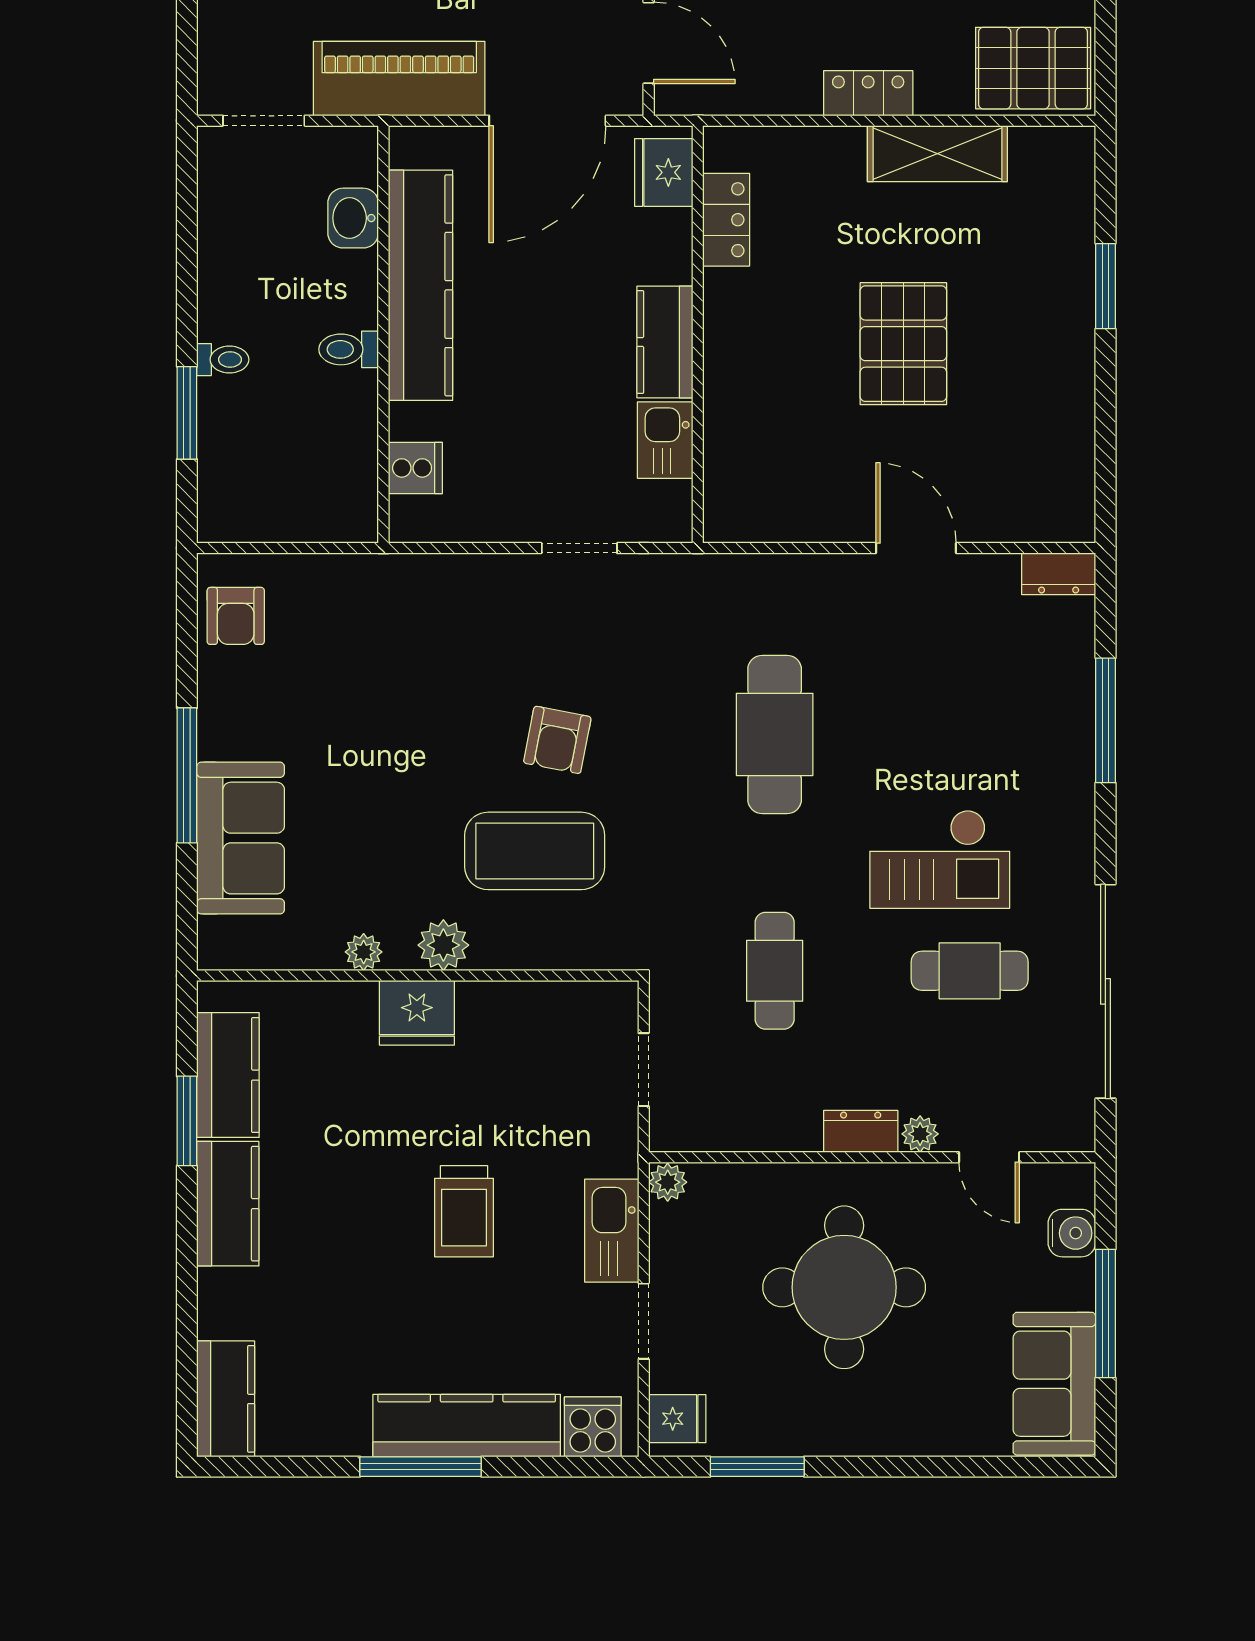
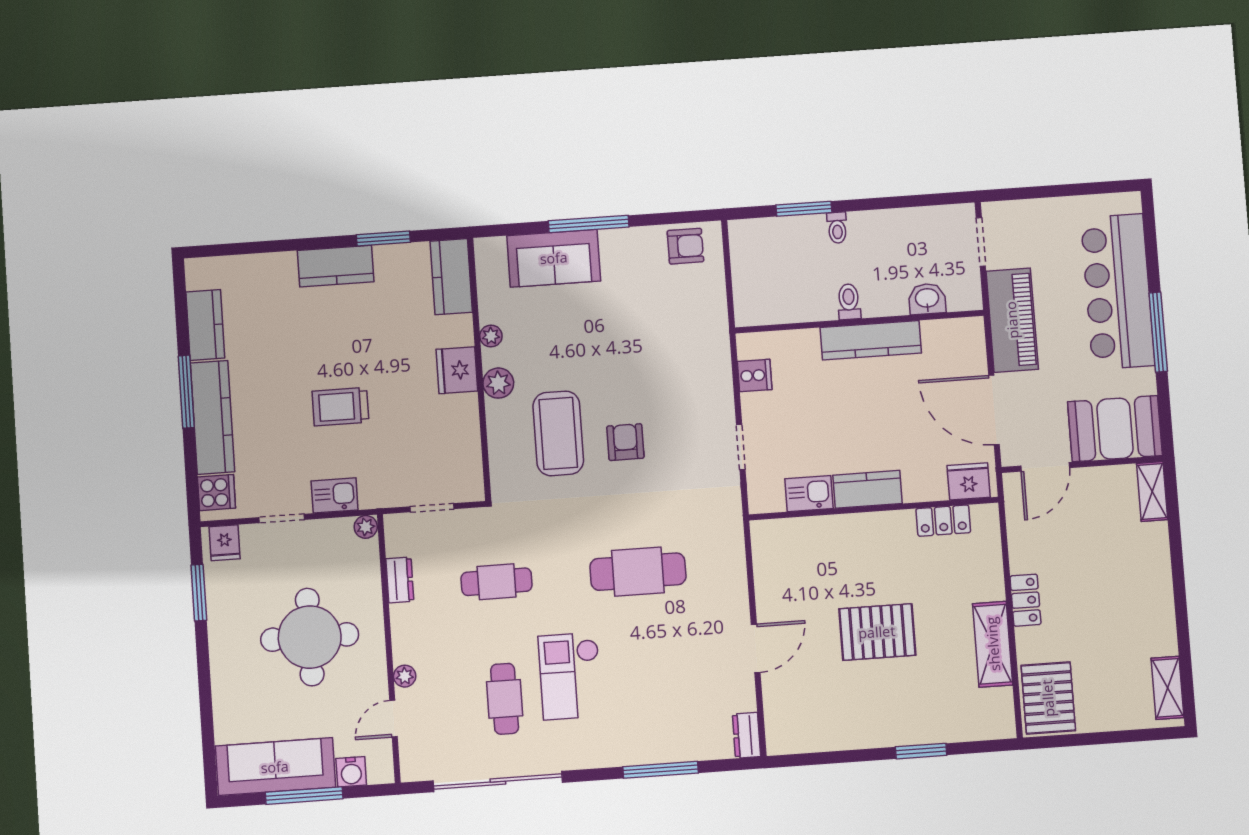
kitchen counter: (420, 285) -> (871, 340), width x0.72, depth x0.86
cooker: (415, 468) -> (755, 375), moved, turned -90
armchair: (236, 616) -> (685, 246), turned 180
armchair: (557, 740) -> (625, 442), turned 79
kitchen counter: (228, 1075) -> (451, 277), moved, turned 90
dresser: (861, 1131) -> (400, 580), moved
kitchen sink: (612, 1231) -> (335, 495), width x0.73
sofa: (1054, 1384) -> (275, 767), width x1.36
kitchen counter: (226, 1399) -> (205, 325), moved, turned -90

